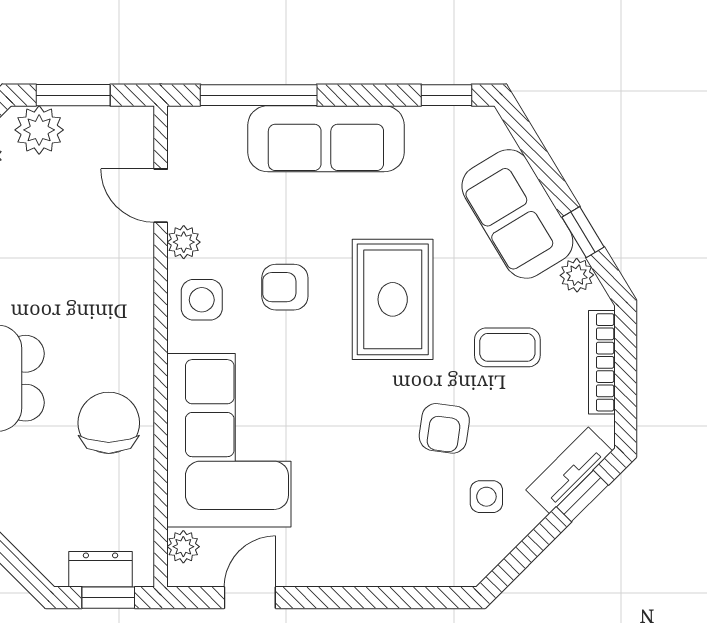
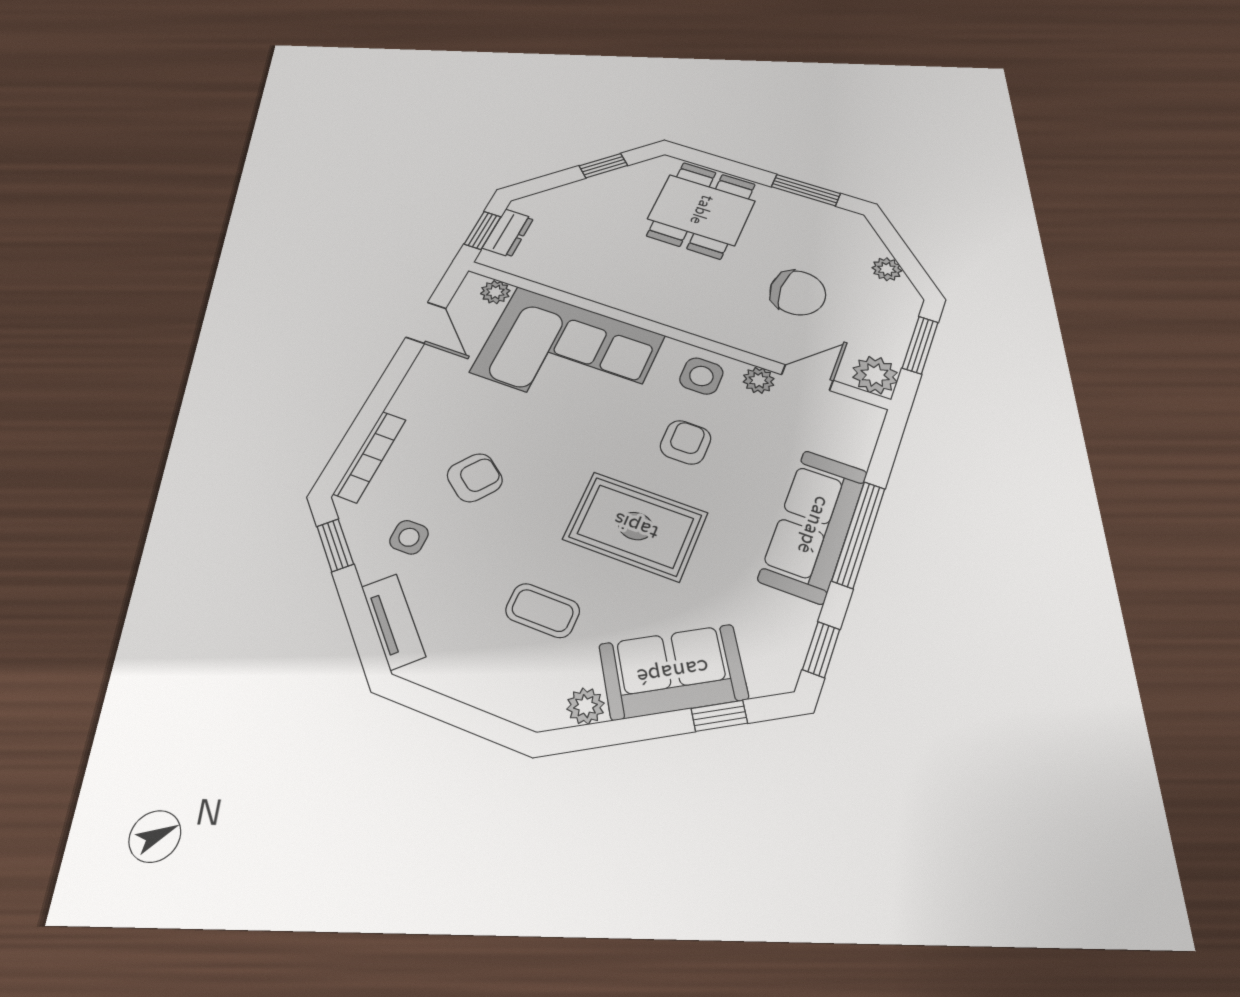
window: (259, 95) -> (859, 534), moved
plant: (39, 130) -> (875, 375), moved
window: (583, 232) -> (719, 716), moved
coffee table: (507, 347) -> (543, 610), turned 90
bookcase: (602, 362) -> (370, 456), moved, turned 90
chair: (109, 423) -> (798, 293), moved
armchair: (444, 428) -> (475, 478), moved, turned 119
window: (582, 496) -> (335, 545), moved

